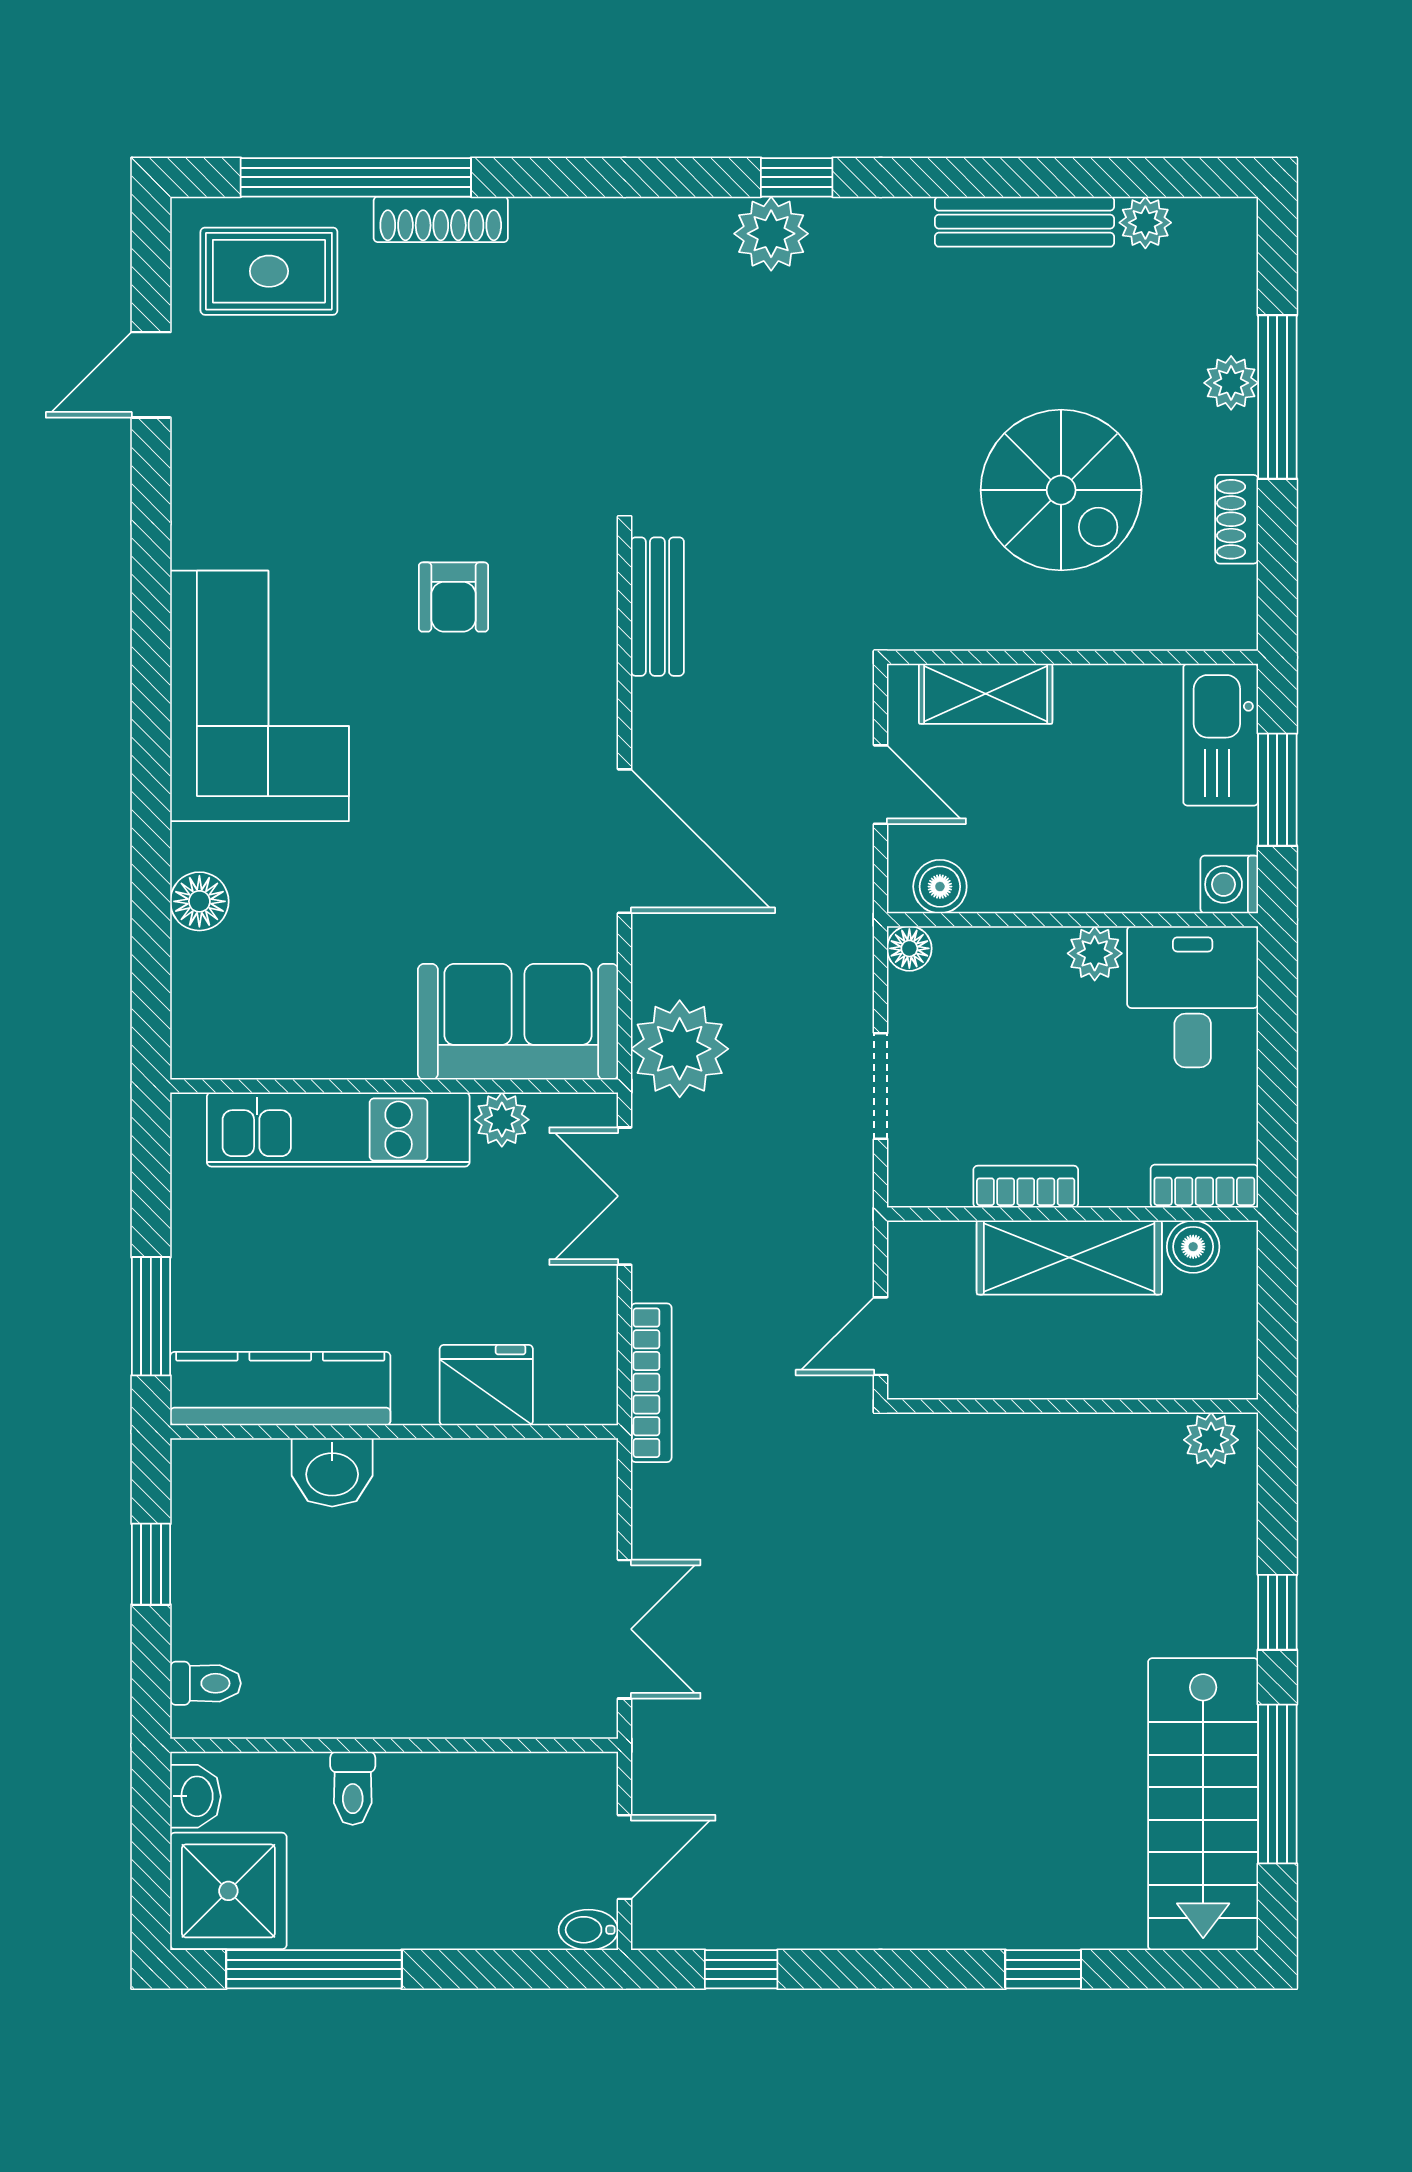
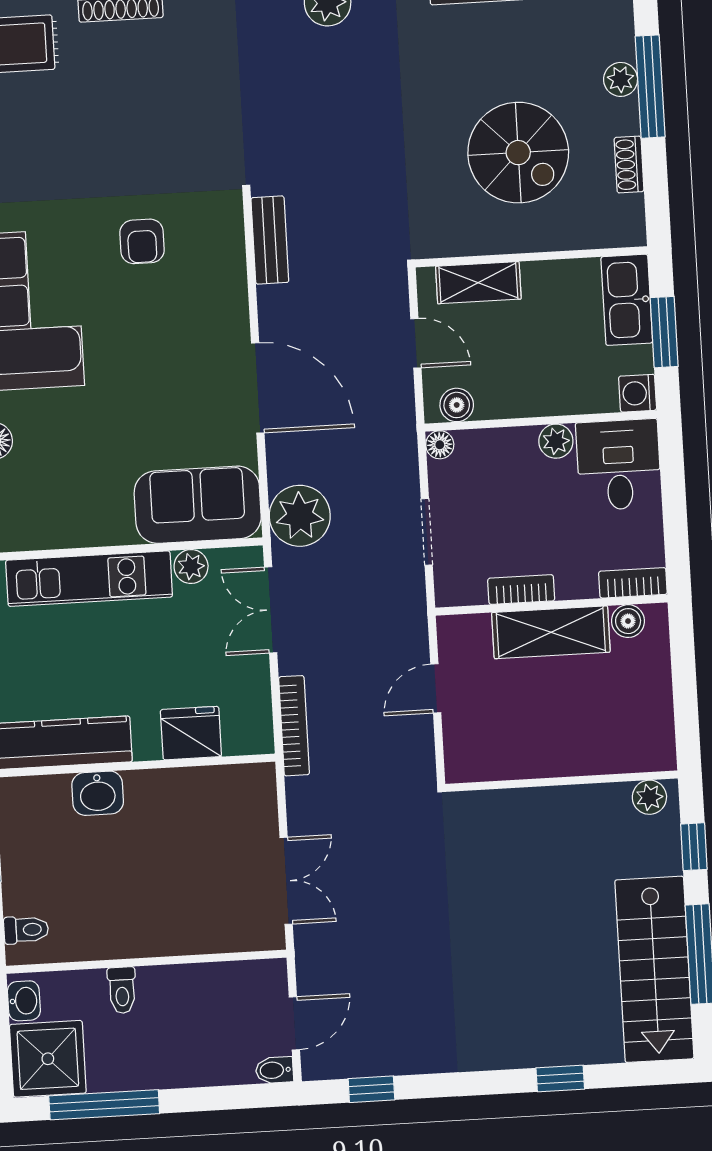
wall: (1073, 1406) -> (562, 781), moved
plant: (1211, 1440) -> (649, 797), moved

